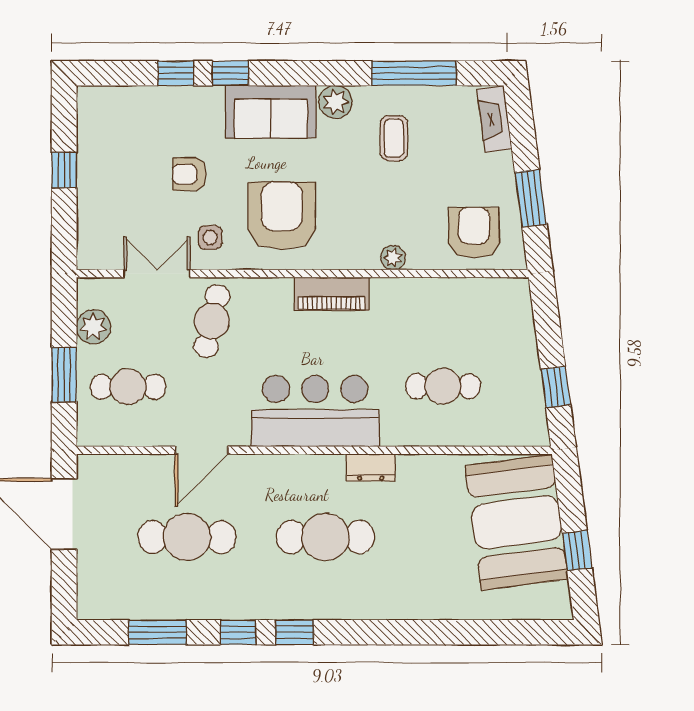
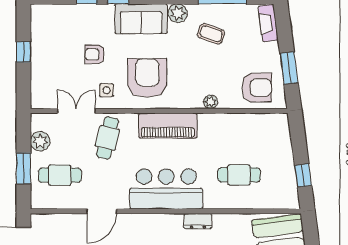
coffee table: (394, 138) -> (211, 34), turned -70
armchair: (474, 233) -> (257, 88), turned 90
piano: (332, 294) -> (168, 126), width x1.37, depth x1.33

